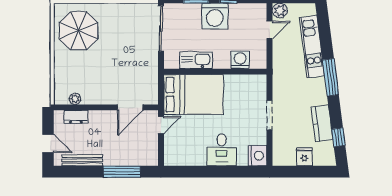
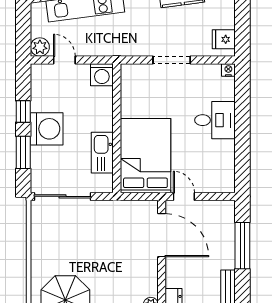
washing machine: (240, 60) -> (102, 75), moved, turned -90
door: (130, 107) -> (162, 235), width x1.36
nightstand: (257, 156) -> (228, 70), width x0.53, depth x0.56
fridge: (304, 157) -> (224, 39), moved

